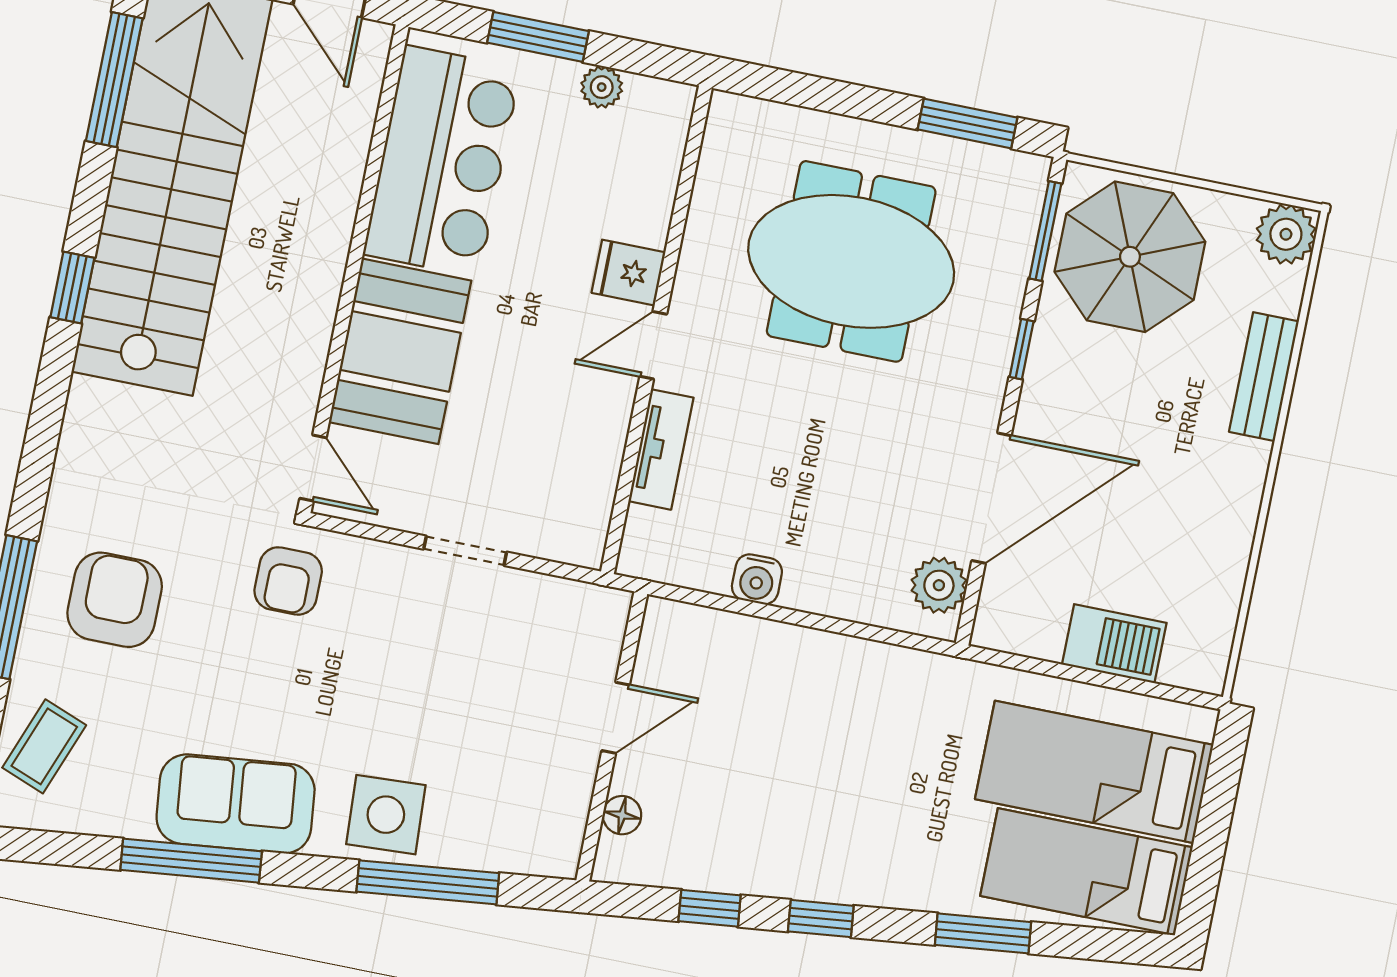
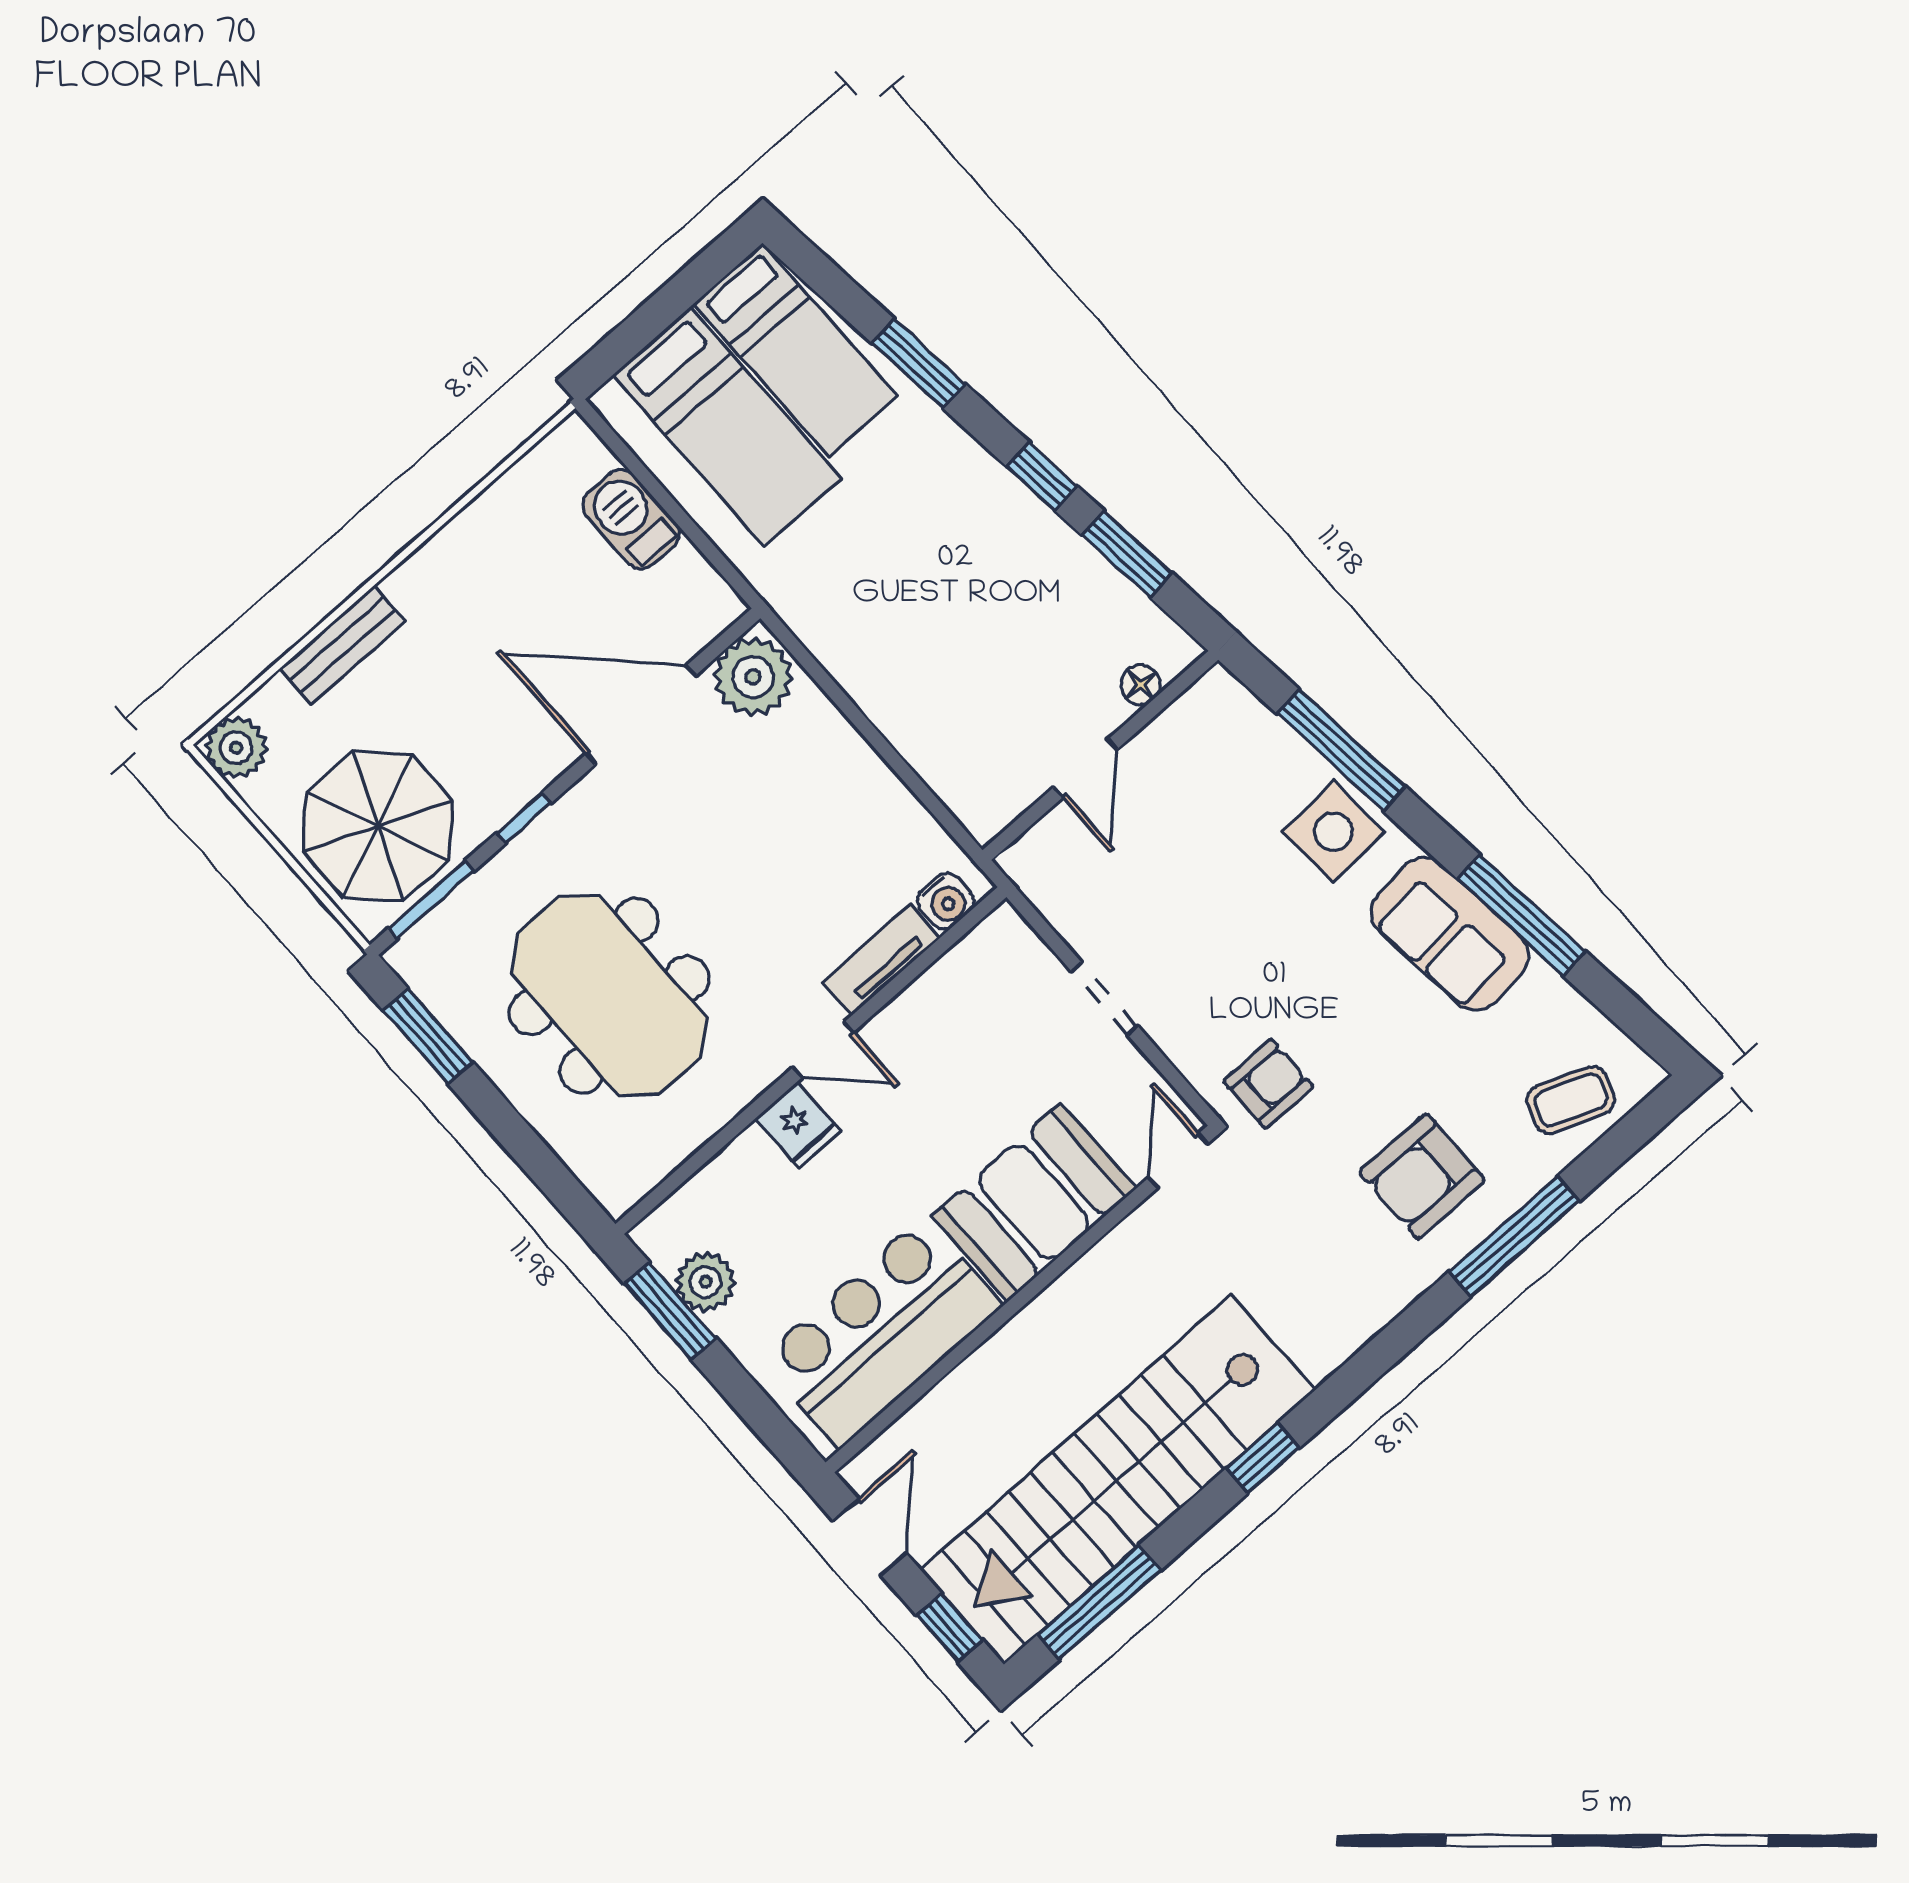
window: (538, 37) -> (670, 1311), moved
plant: (602, 87) -> (706, 1282), width x1.38, depth x1.38
water cooler: (757, 579) -> (946, 901), moved, turned 90
plant: (939, 585) -> (753, 677), width x1.36, depth x1.36
door: (616, 718) -> (1085, 768), swing flipped
window: (710, 908) -> (1127, 554), width x1.50

